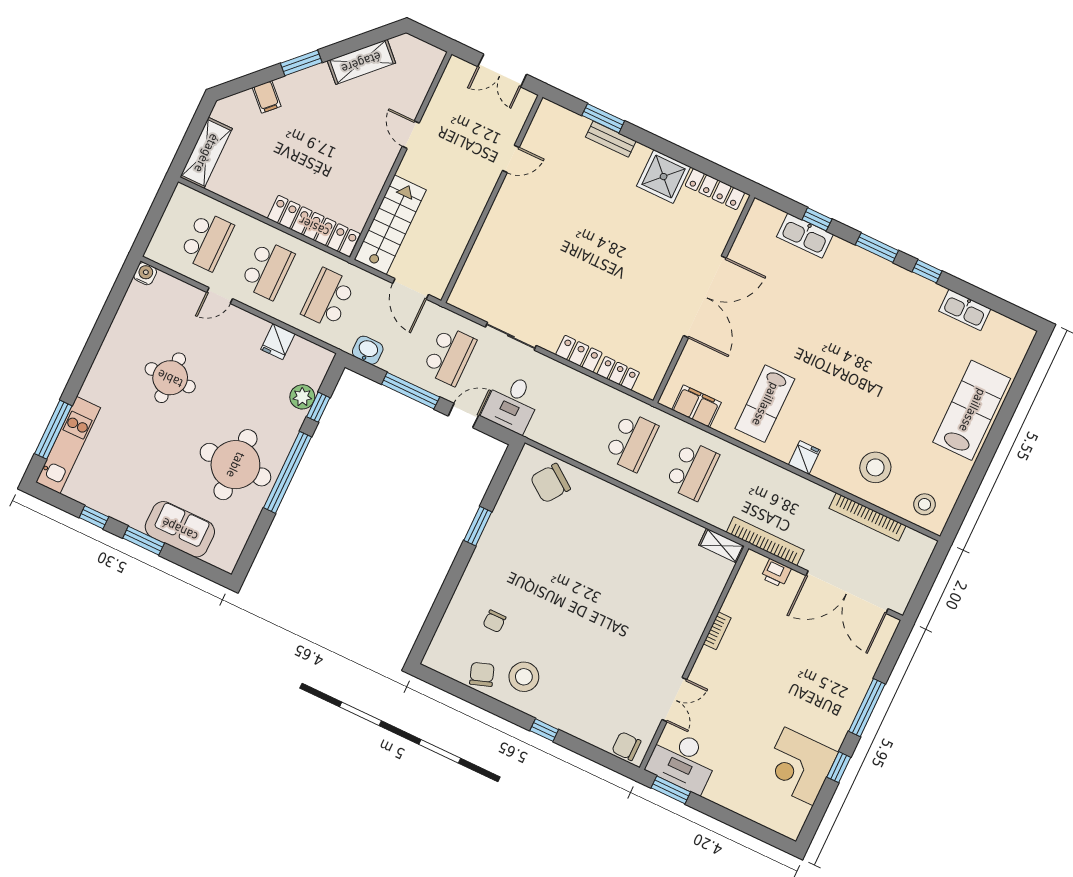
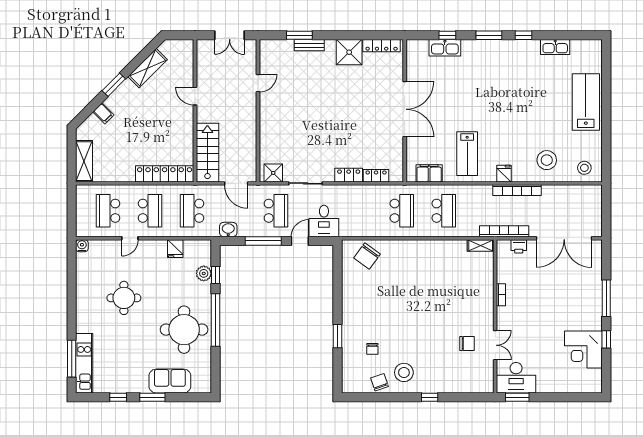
school desk: (207, 241) -> (108, 211), turned 180
shower: (471, 299) -> (273, 173), added
bookcase: (868, 517) -> (517, 190), moved
window: (478, 526) -> (338, 336), moved
chair: (626, 746) -> (467, 344), moved, turned 180

